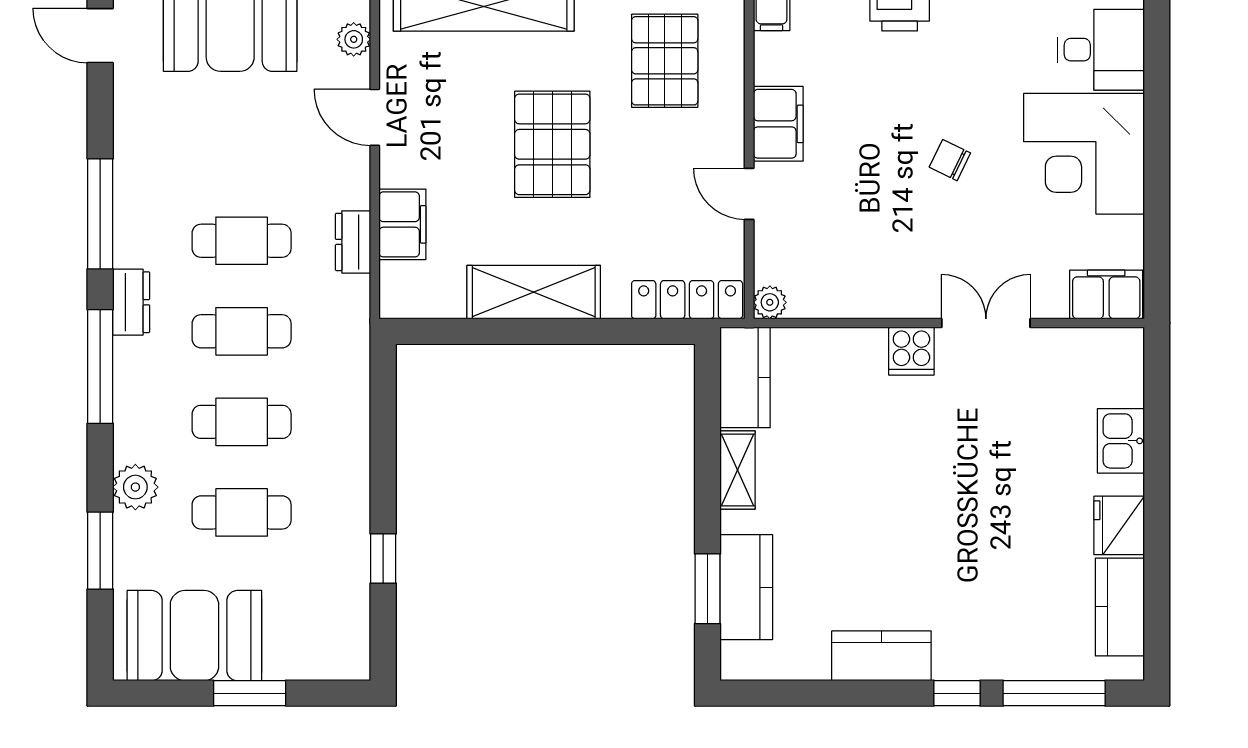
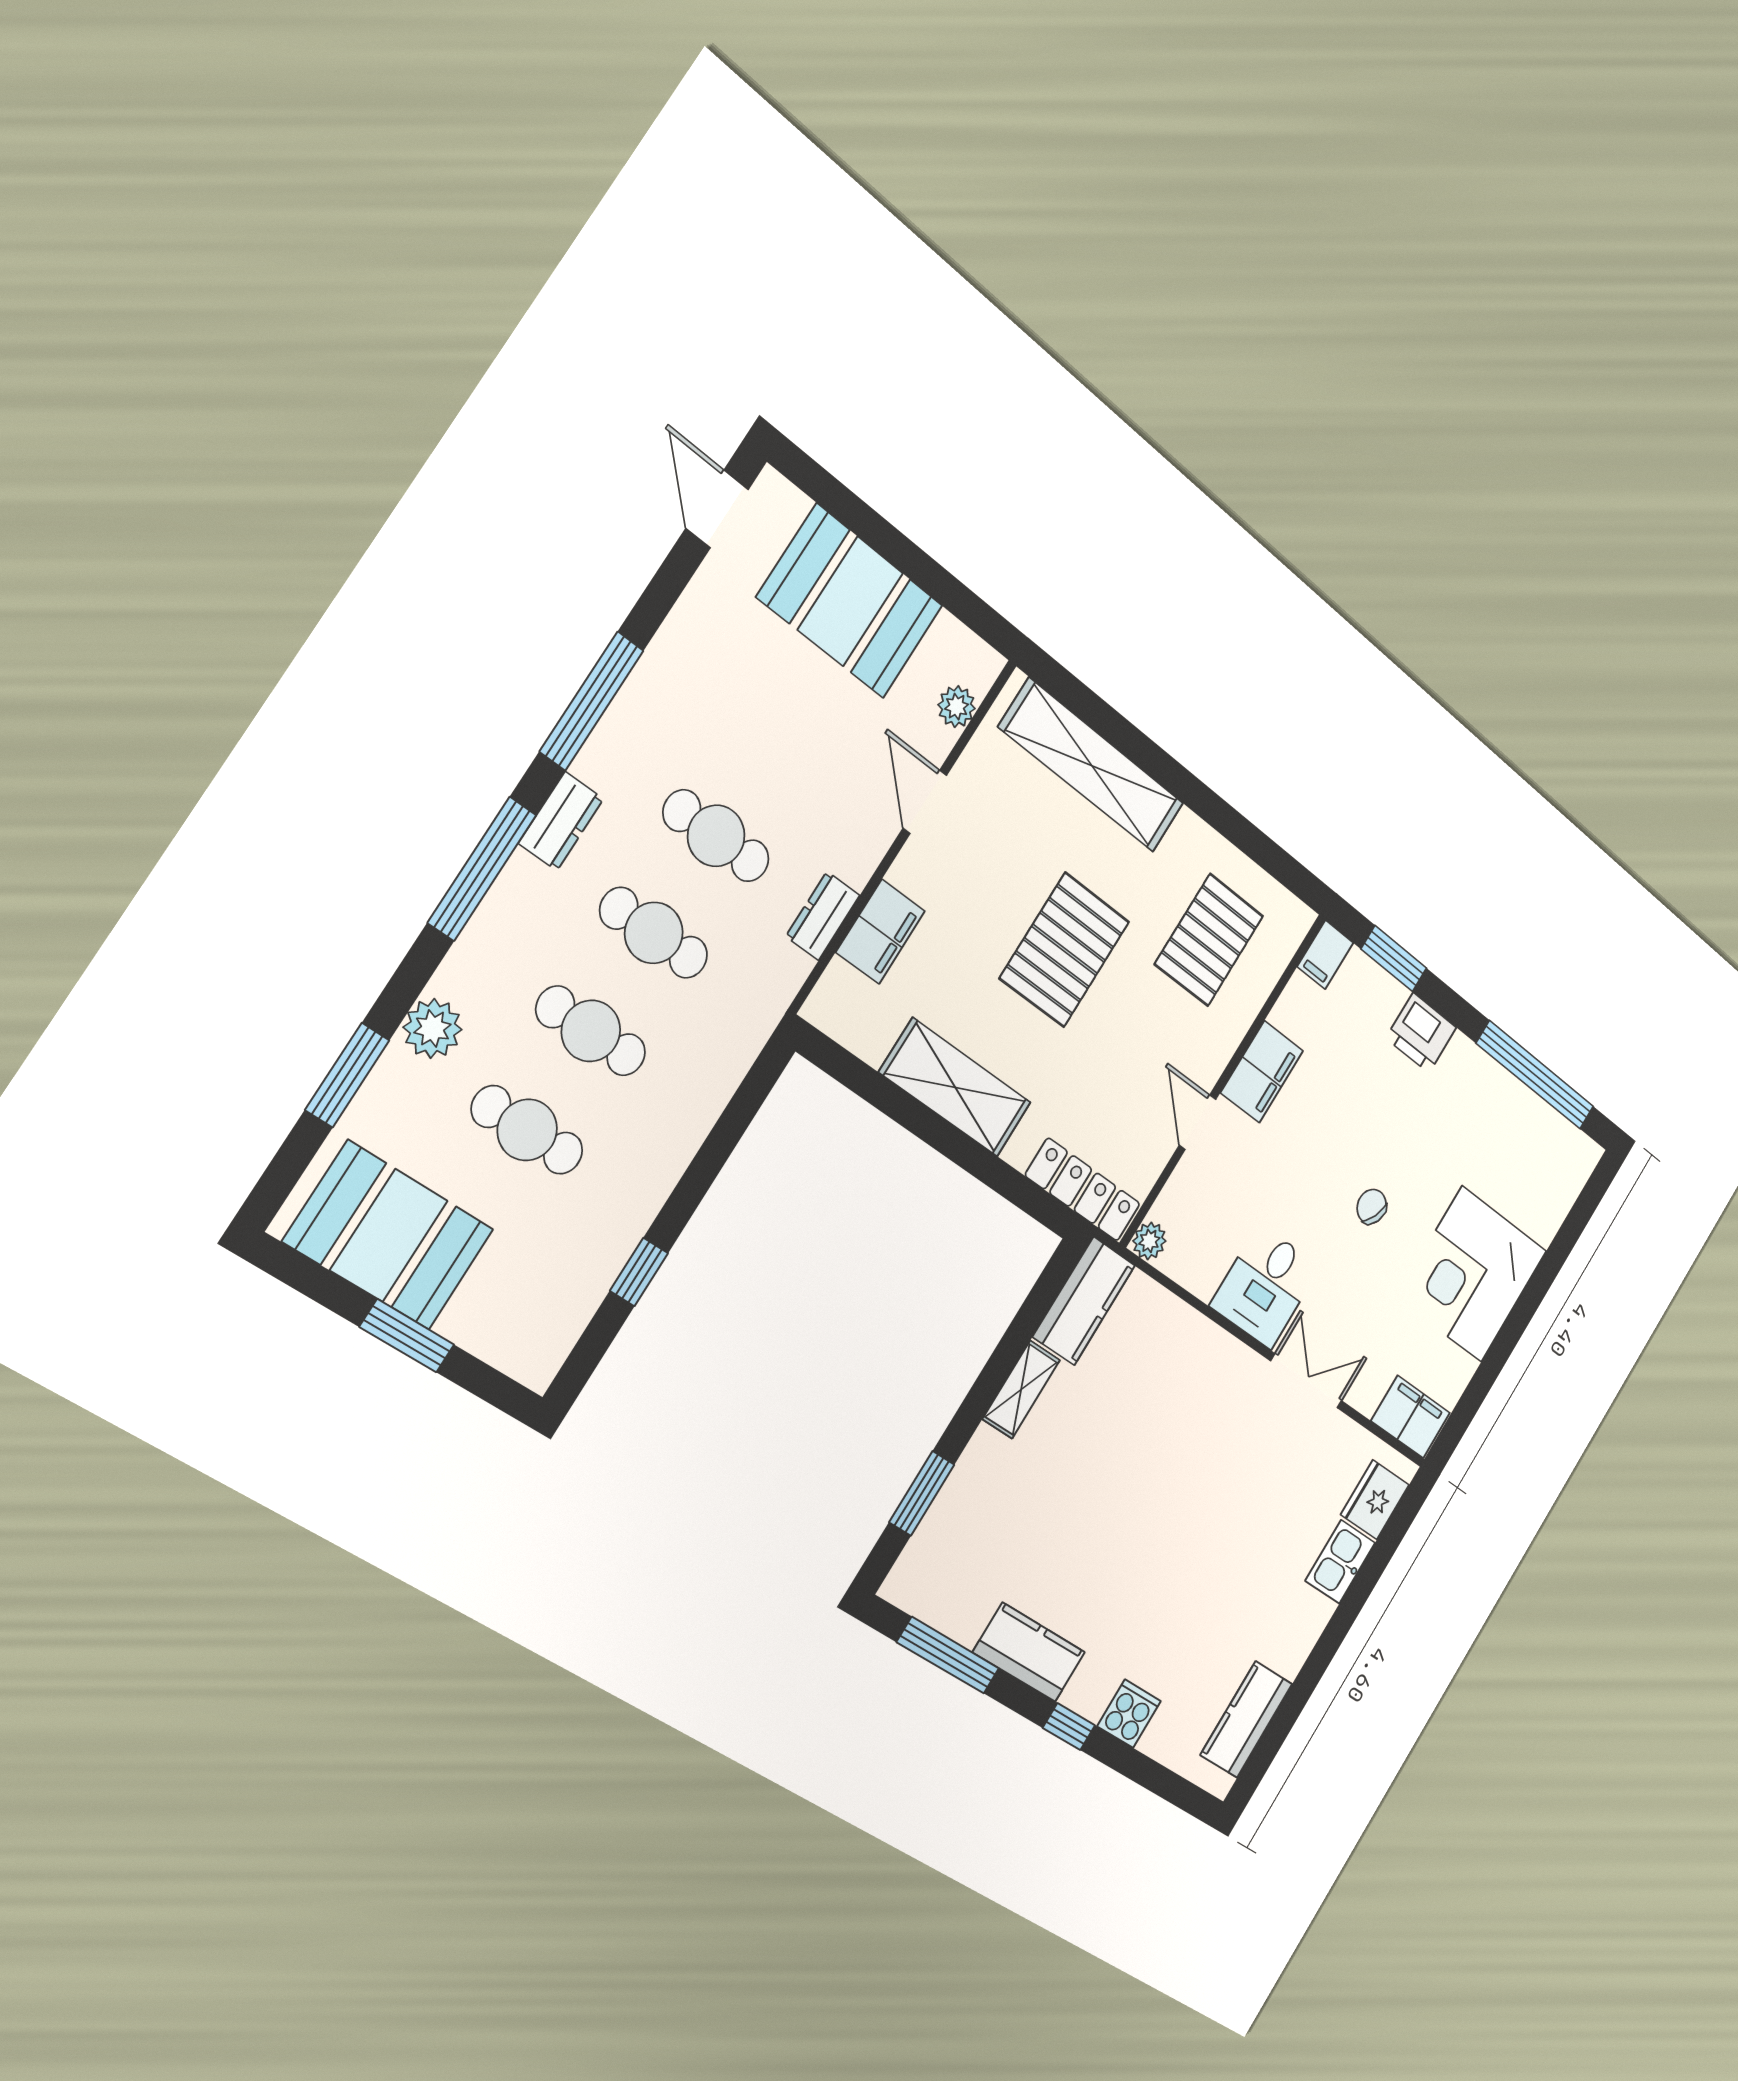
desk: (1101, 50) -> (1265, 1286), moved, turned 90
cooker: (911, 351) -> (1129, 1714), moved, turned 180
fridge: (1119, 525) -> (1375, 1500), moved
kitchen counter: (746, 587) -> (956, 1513), removed
window: (1054, 693) -> (948, 1655), moved

